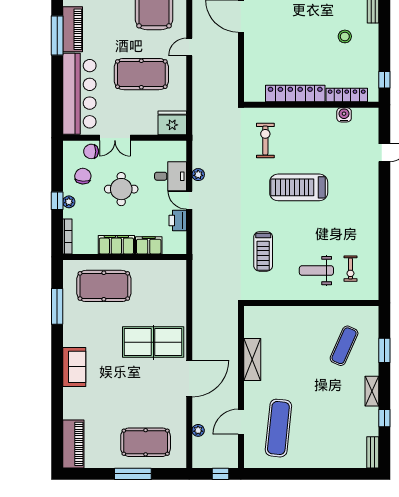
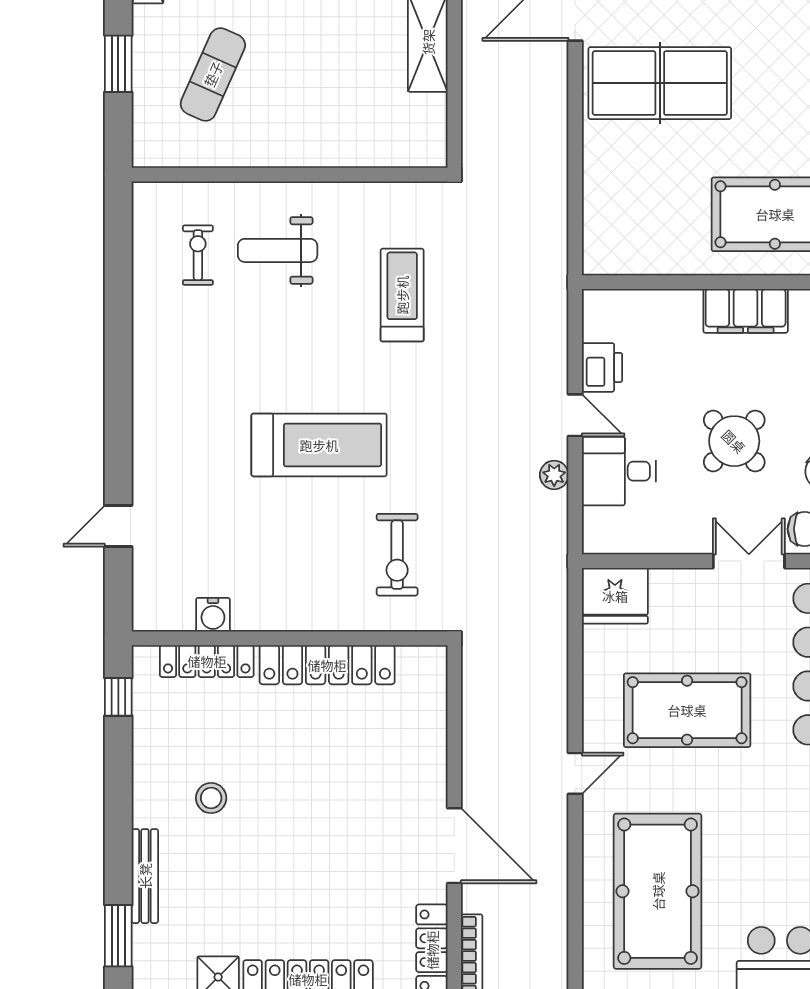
round table: (121, 189) -> (734, 441), turned 45
filing cabinet: (149, 245) -> (670, 309), removed
weight bench: (316, 271) -> (278, 250), turned 180

